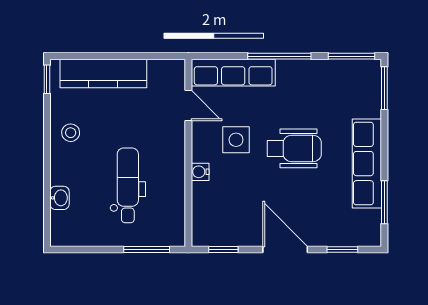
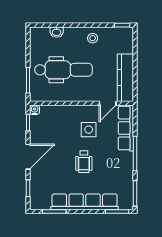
kitchen counter: (103, 73) -> (125, 78), moved
wheelchair: (294, 148) -> (84, 162), width x0.73, depth x0.73
row of seats: (367, 164) -> (85, 202), width x1.36
water cooler: (200, 172) -> (35, 110), moved
dental chair: (128, 185) -> (63, 70), width x1.36, depth x1.38

